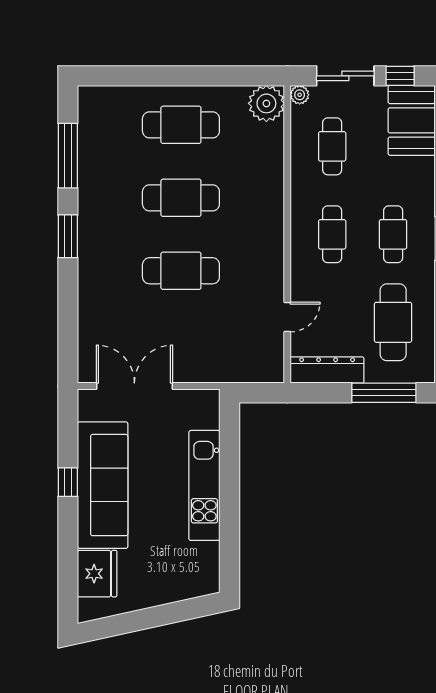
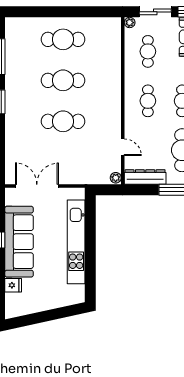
plant: (266, 103) -> (116, 178), moved, width x0.53, depth x0.53
door: (287, 317) -> (123, 147), hinge flipped
kitchen unit: (204, 485) -> (76, 242), width x1.36
fridge: (97, 574) -> (13, 285), width x0.53, depth x0.75

